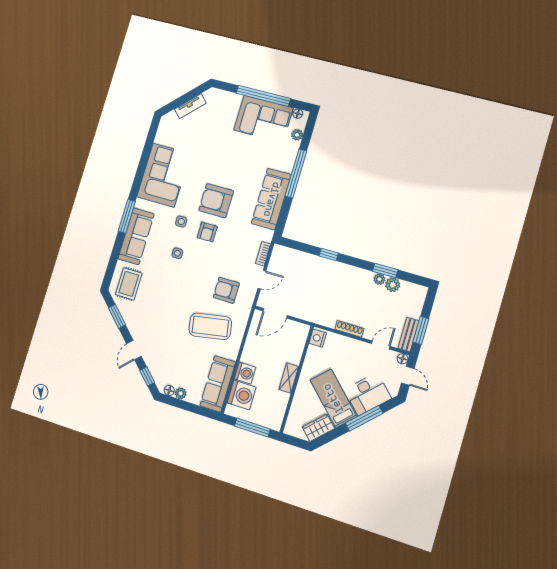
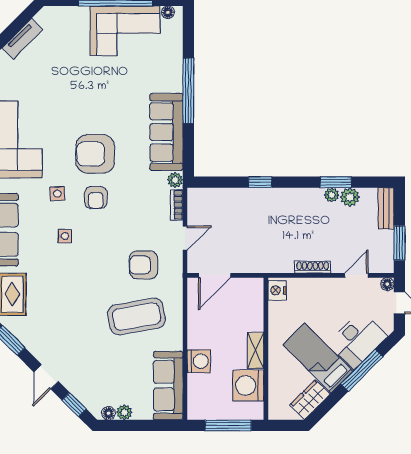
plant: (297, 135) -> (175, 180), moved
bench: (408, 334) -> (386, 208), moved
washing machine: (242, 395) -> (248, 385), moved, turned 180

